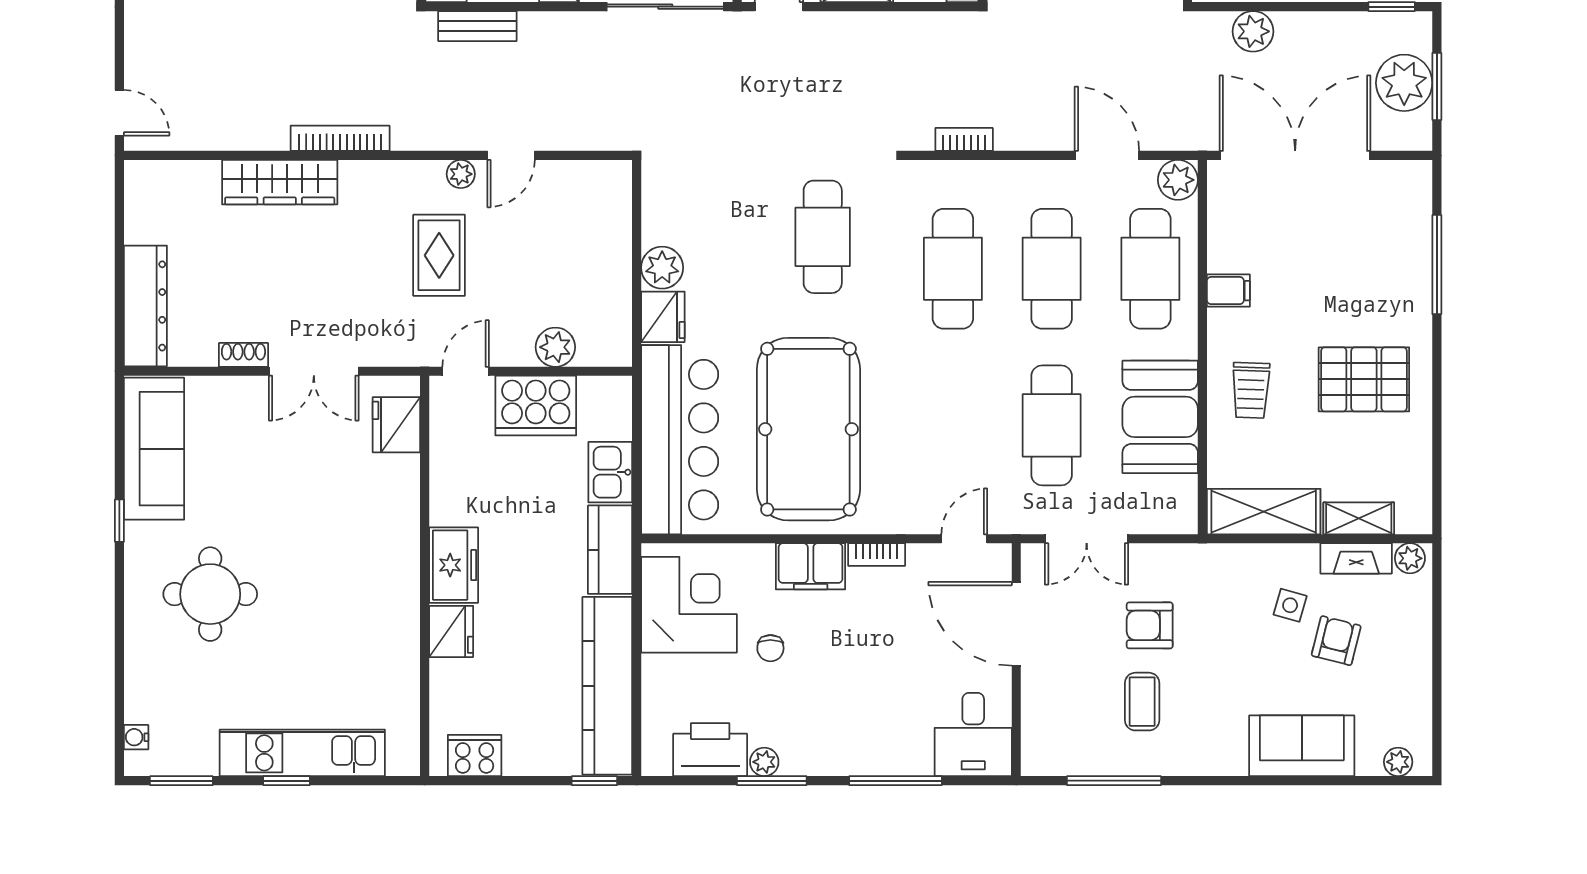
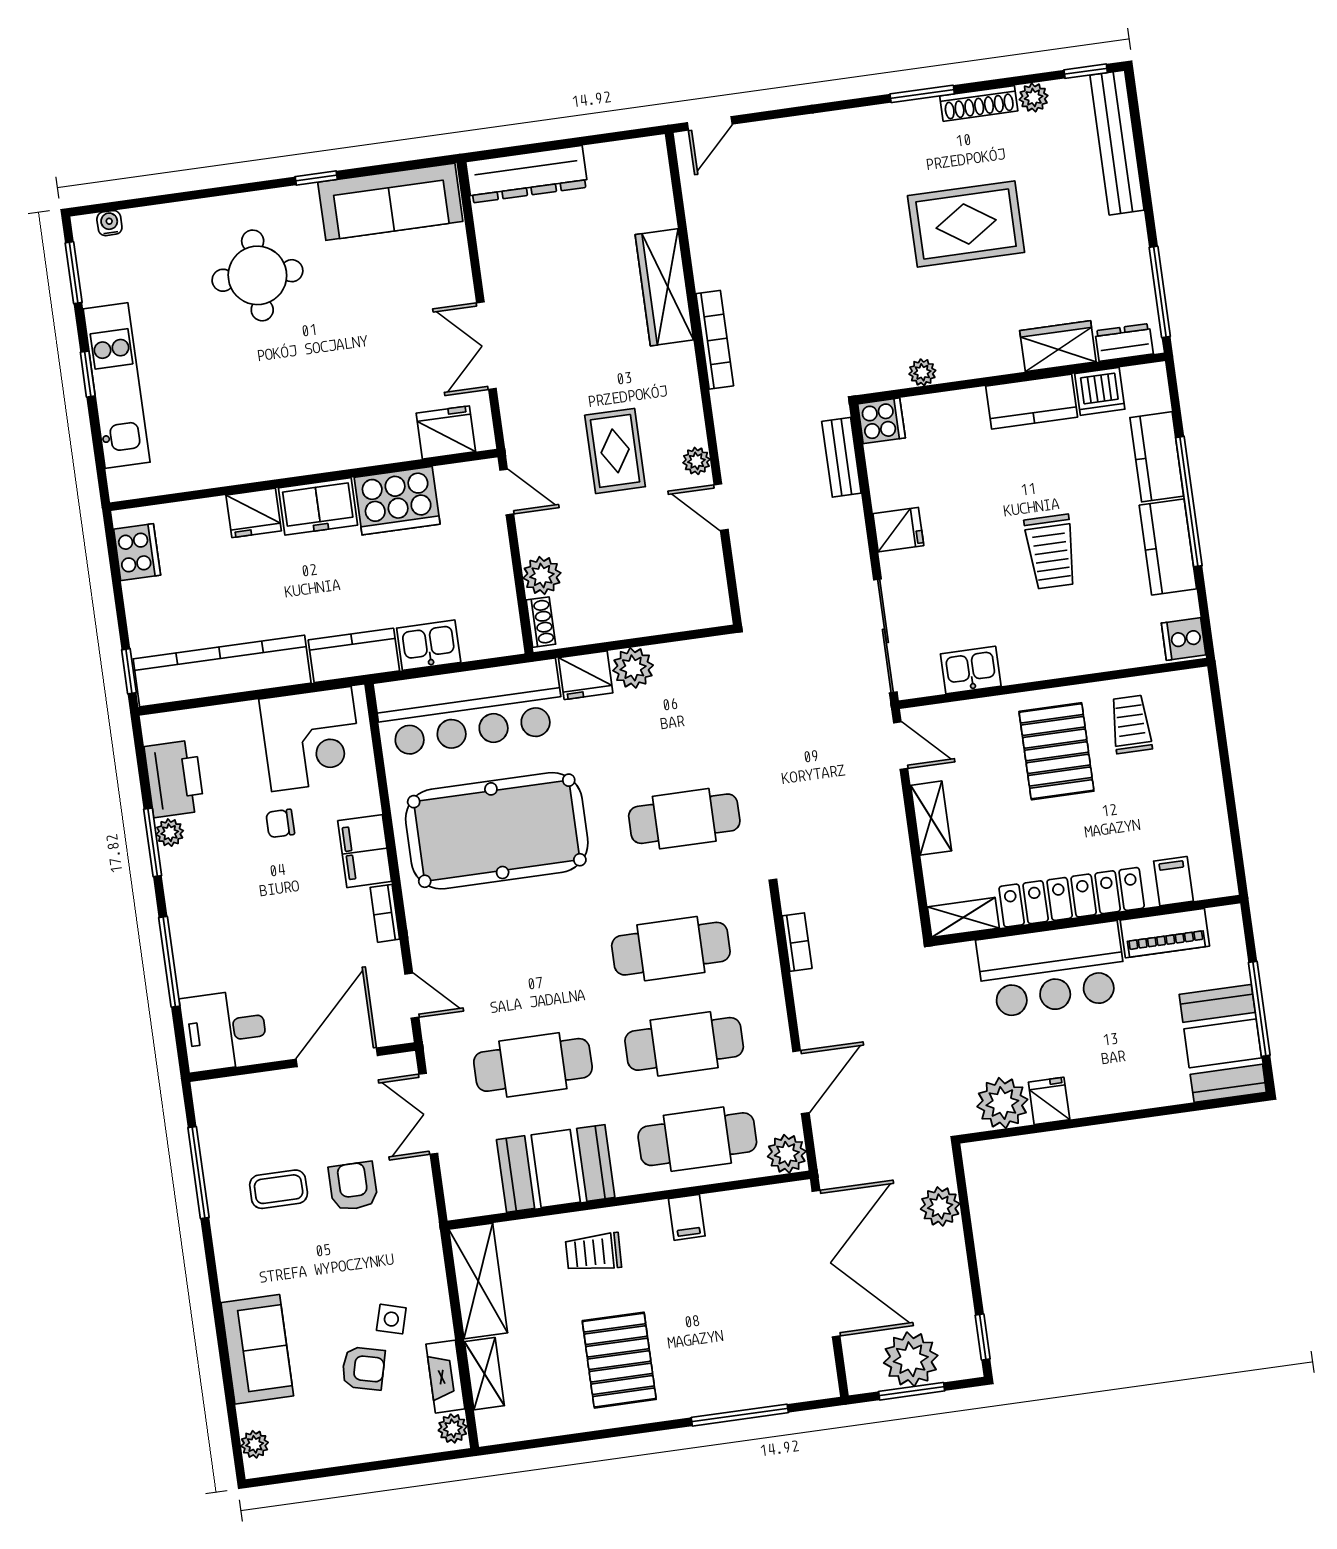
rug: (439, 255) -> (615, 451), turned 90
shoe rack: (243, 355) -> (541, 622), moved
cooker: (536, 406) -> (397, 501), moved, turned -90

